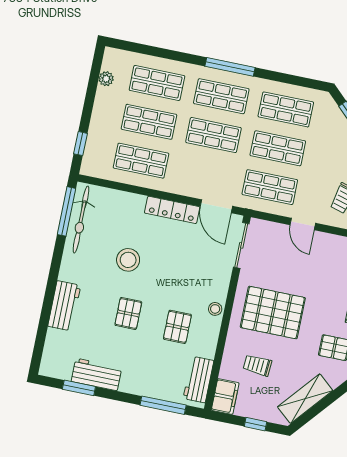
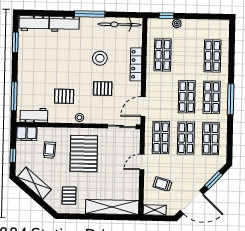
plant: (106, 79) -> (177, 23), moved
shop shelf: (149, 122) -> (188, 55), removed
locker: (172, 210) -> (136, 64), moved
window: (67, 211) -> (90, 14), moved
pallet: (128, 313) -> (103, 89), moved
workbench: (96, 374) -> (34, 23), moved, turned 90

